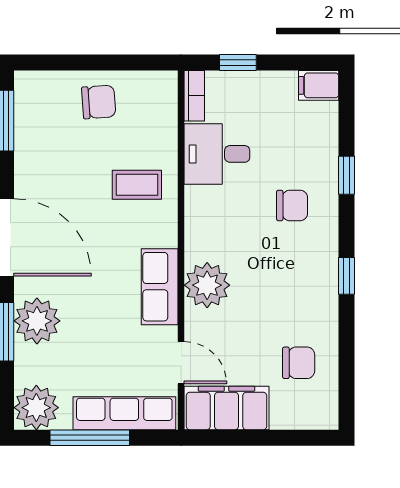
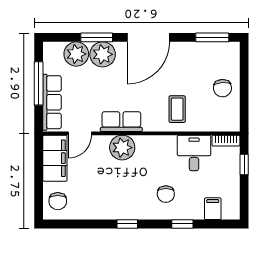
filing cabinet: (319, 85) -> (213, 209), moved
chair: (299, 363) -> (58, 201), moved
plant: (36, 408) -> (76, 54), moved

